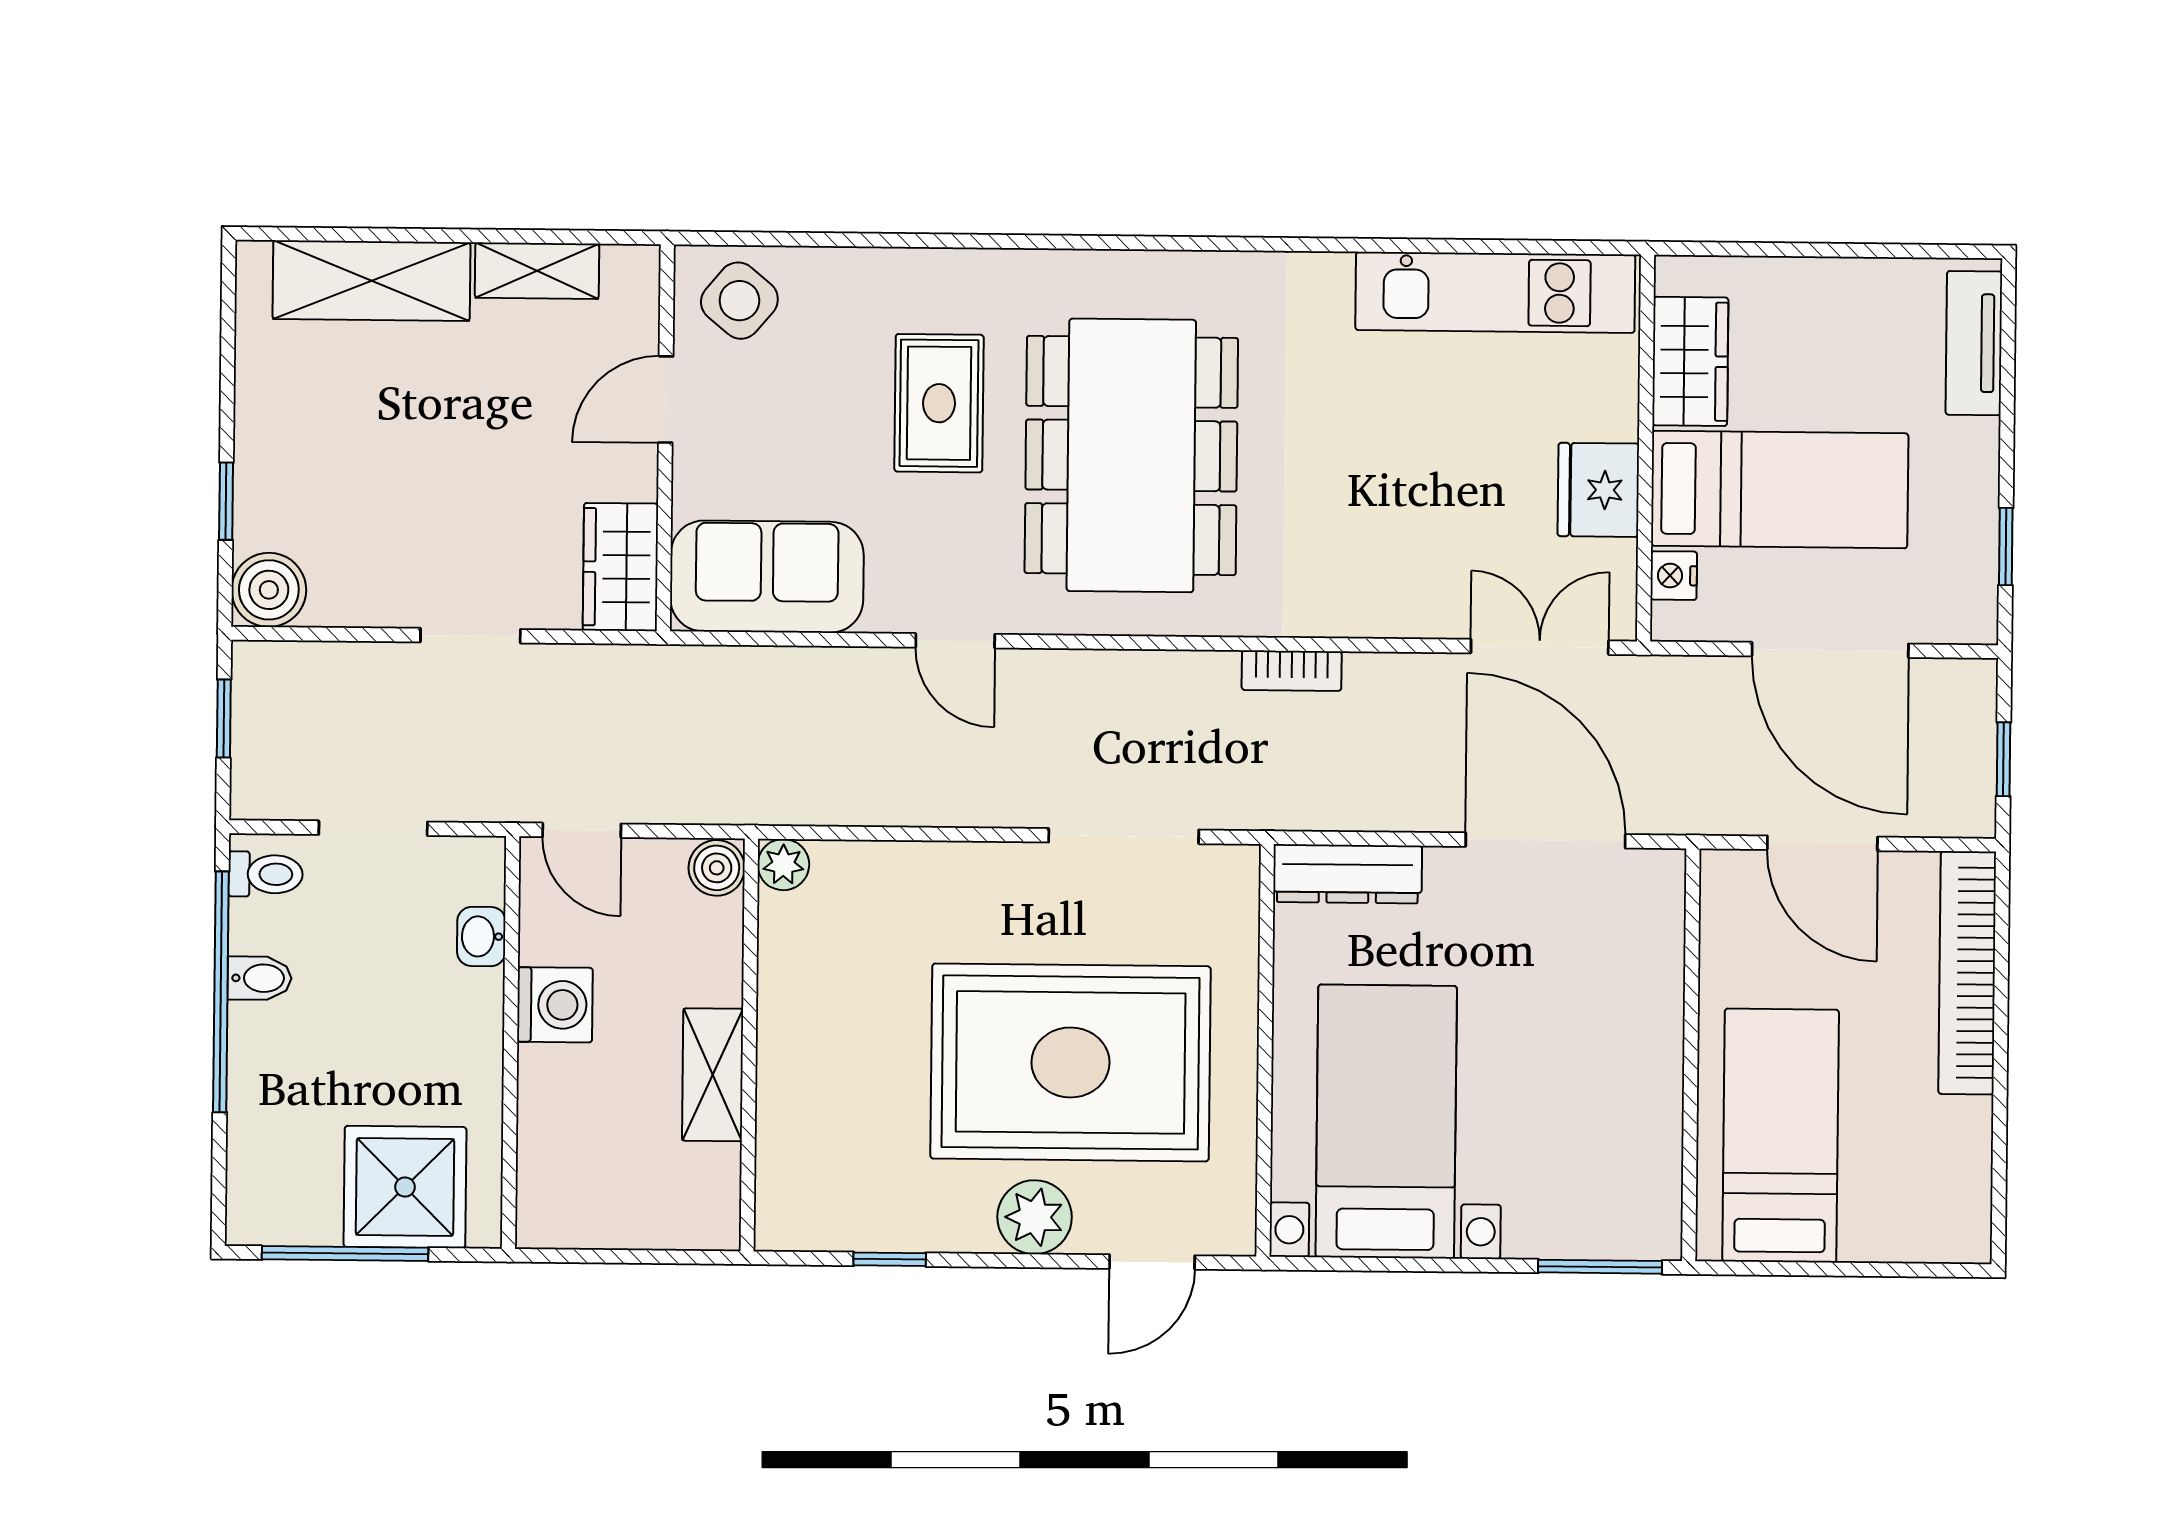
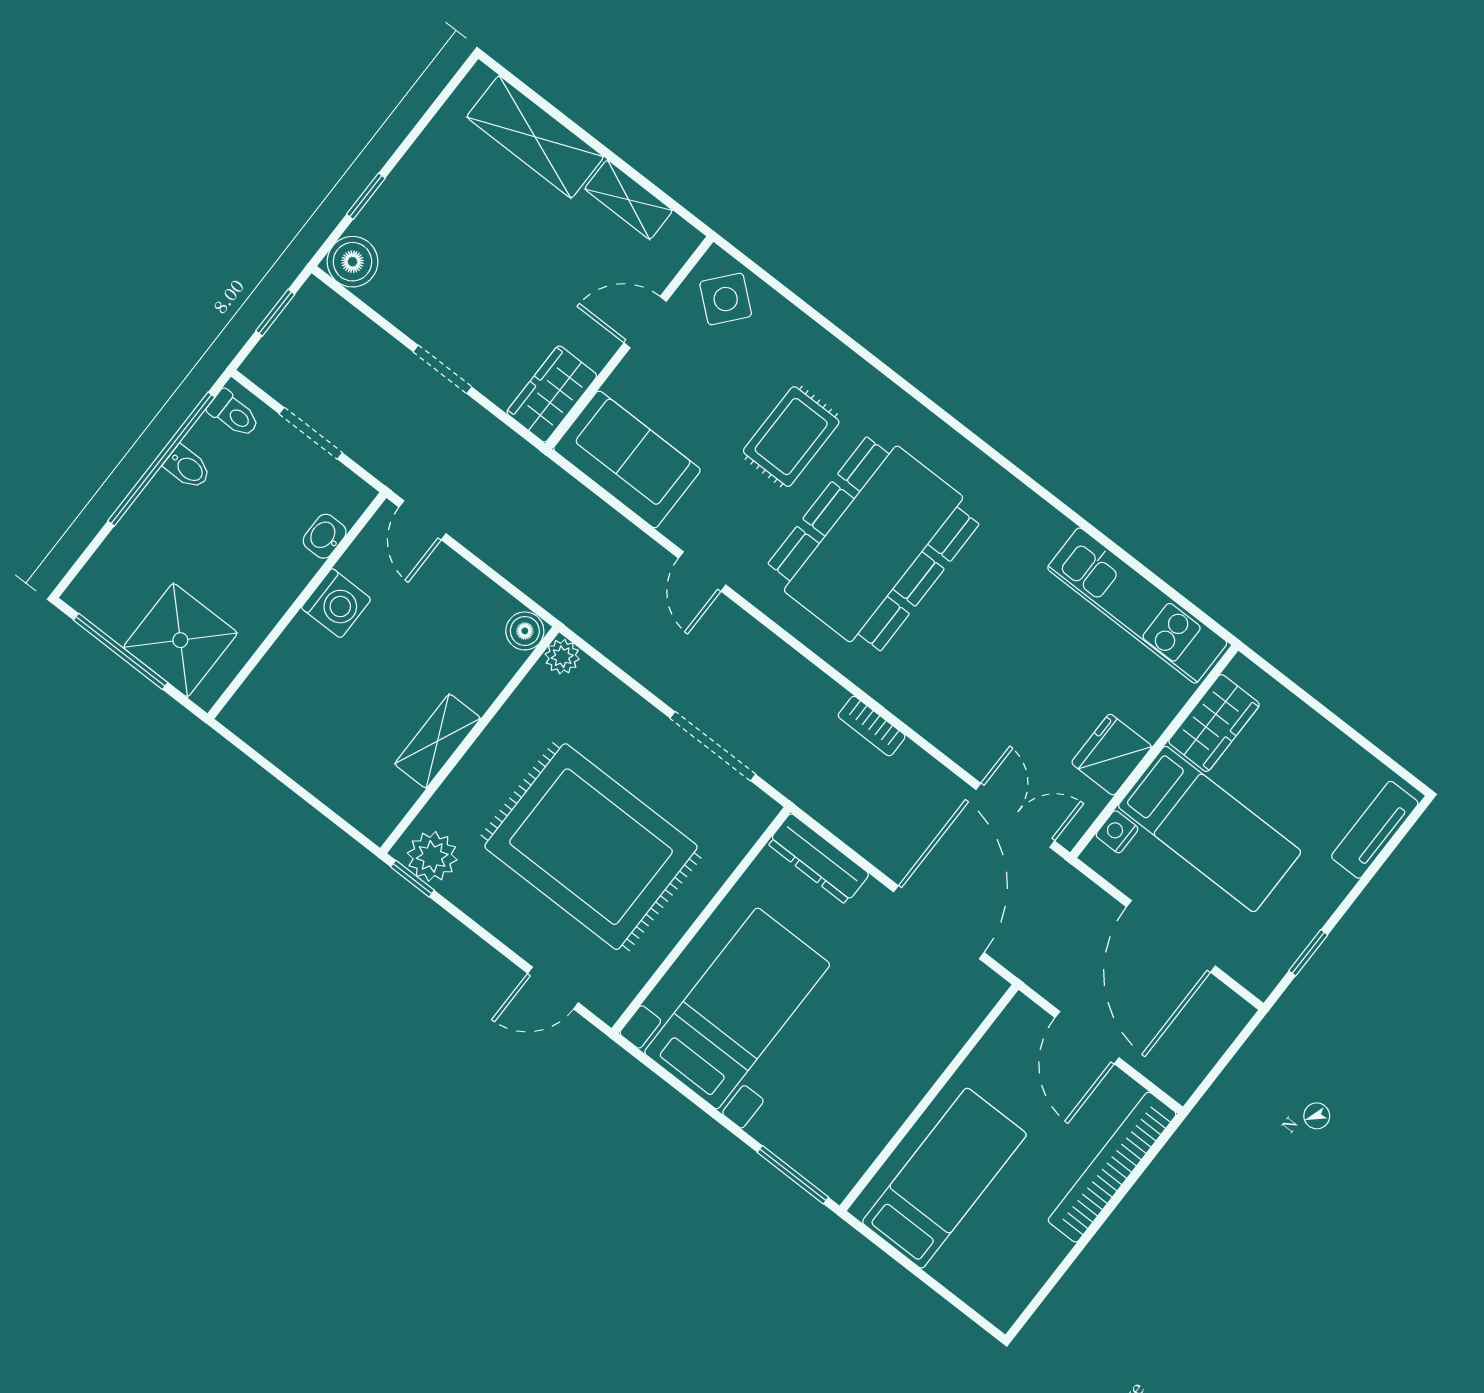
window: (2004, 759) -> (1220, 1067), removed
plant: (783, 865) -> (562, 657), moved
boiler: (717, 868) -> (525, 631), moved
wall: (749, 1045) -> (470, 740), moved
shelving: (713, 1075) -> (438, 741), moved
plant: (1035, 1217) -> (432, 856), moved

